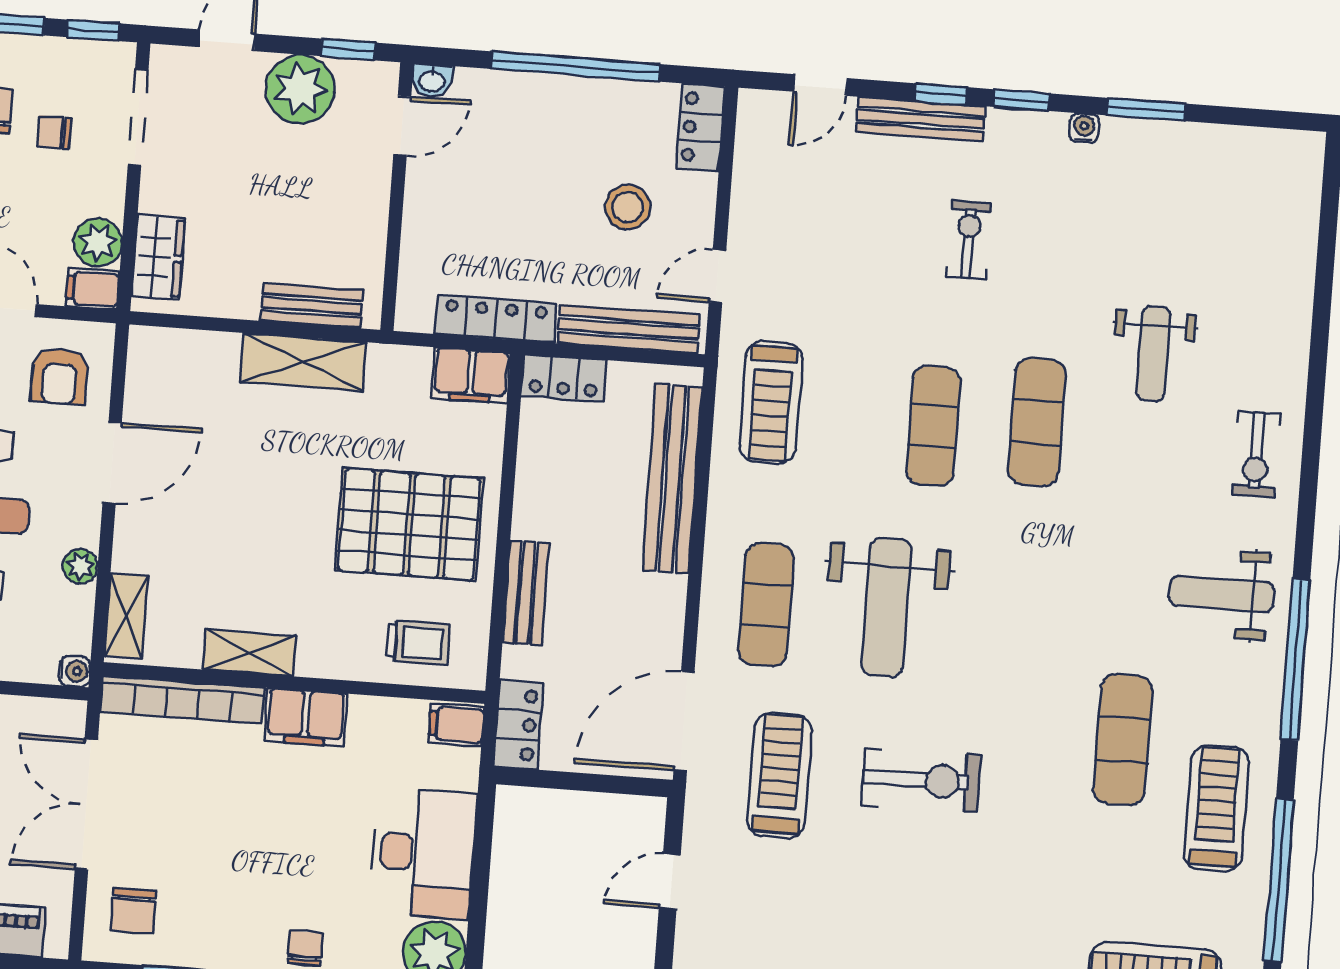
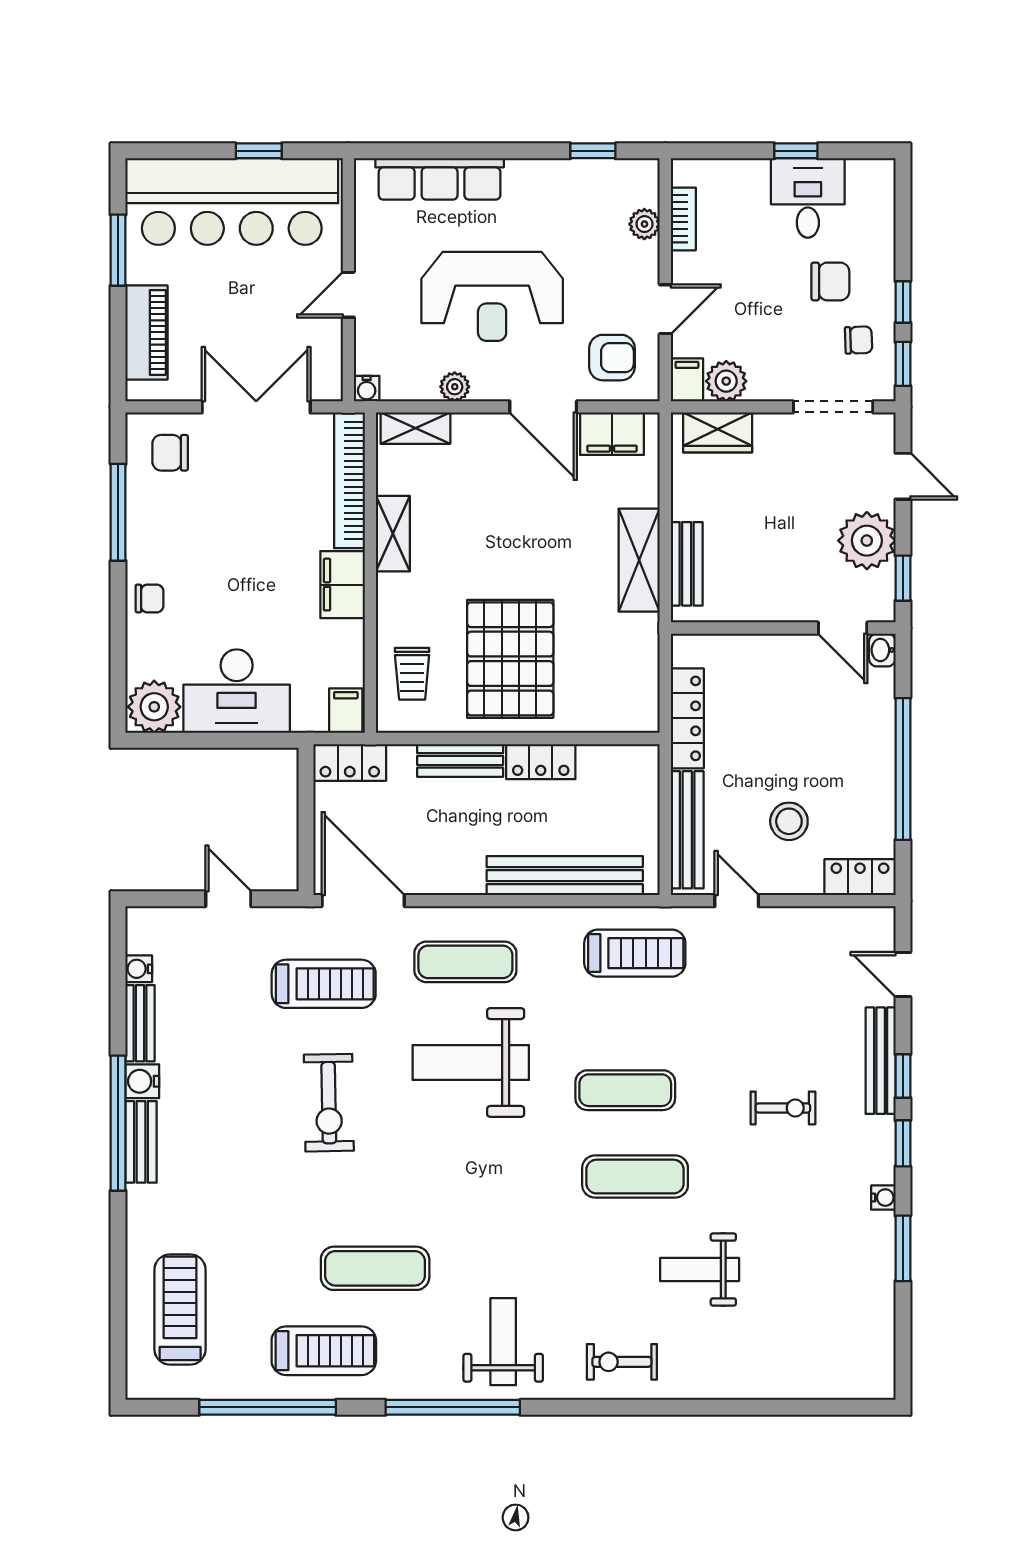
chair: (54, 132) -> (859, 340), moved, turned 88
filing cabinet: (471, 375) -> (612, 434), moved, turned -90
armchair: (60, 376) -> (612, 358), turned 180
locker: (564, 378) -> (541, 762), moved, turned -90
treadmill: (771, 402) -> (635, 953), turned 180

